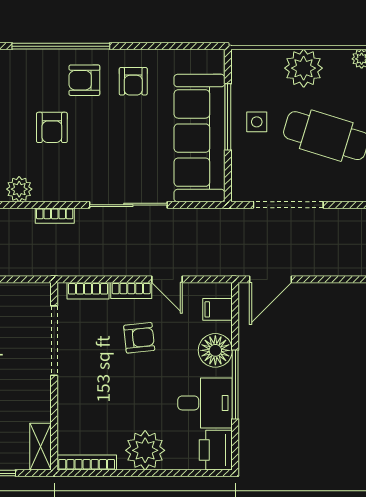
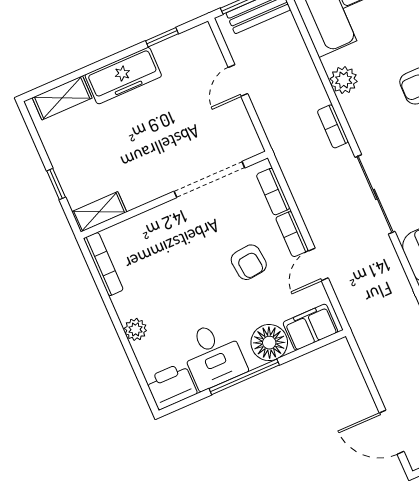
door: (270, 279) -> (392, 432), moved
filing cabinet: (218, 309) -> (310, 327), width x2.00
plant: (145, 450) -> (135, 329), width x0.53, depth x0.53

